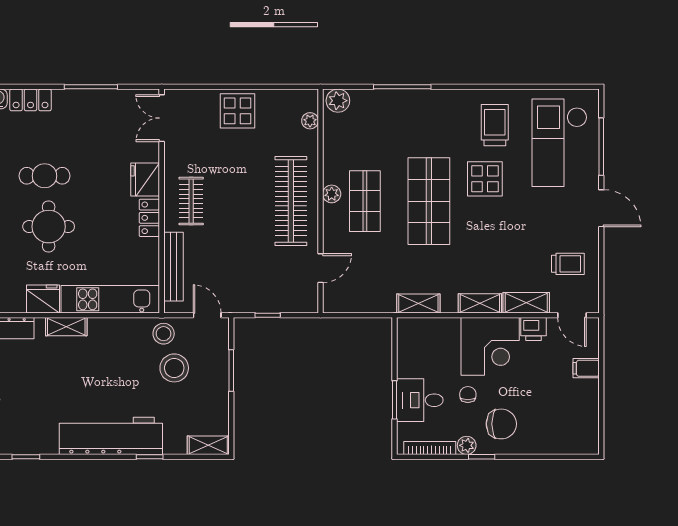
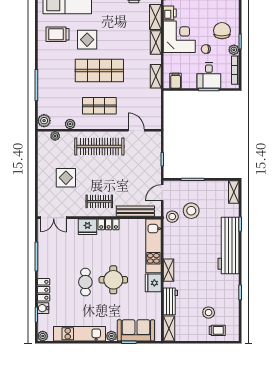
display table: (238, 111) -> (66, 178), moved
plant: (332, 194) -> (70, 124), moved
filing cabinet: (410, 340) -> (176, 81), added

